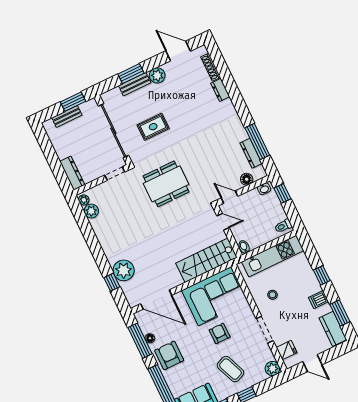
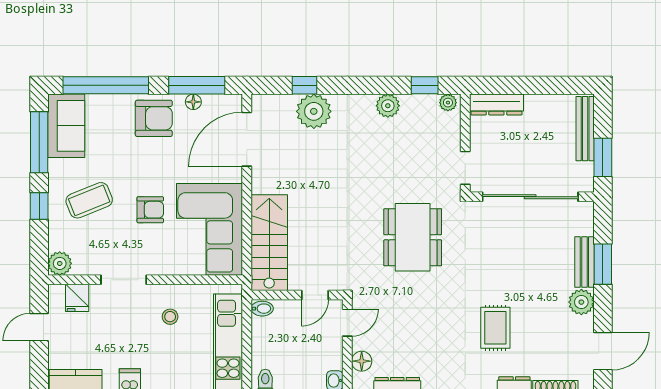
bench: (67, 116) -> (585, 129), width x1.36
rug: (153, 127) -> (495, 328), moved
plant: (91, 211) -> (388, 106), moved
window: (80, 217) -> (425, 85), added

